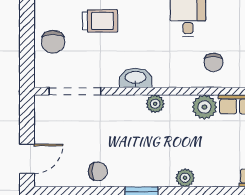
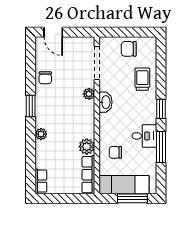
trolley: (100, 21) -> (142, 79), turned 180
plant: (155, 104) -> (89, 94), moved

